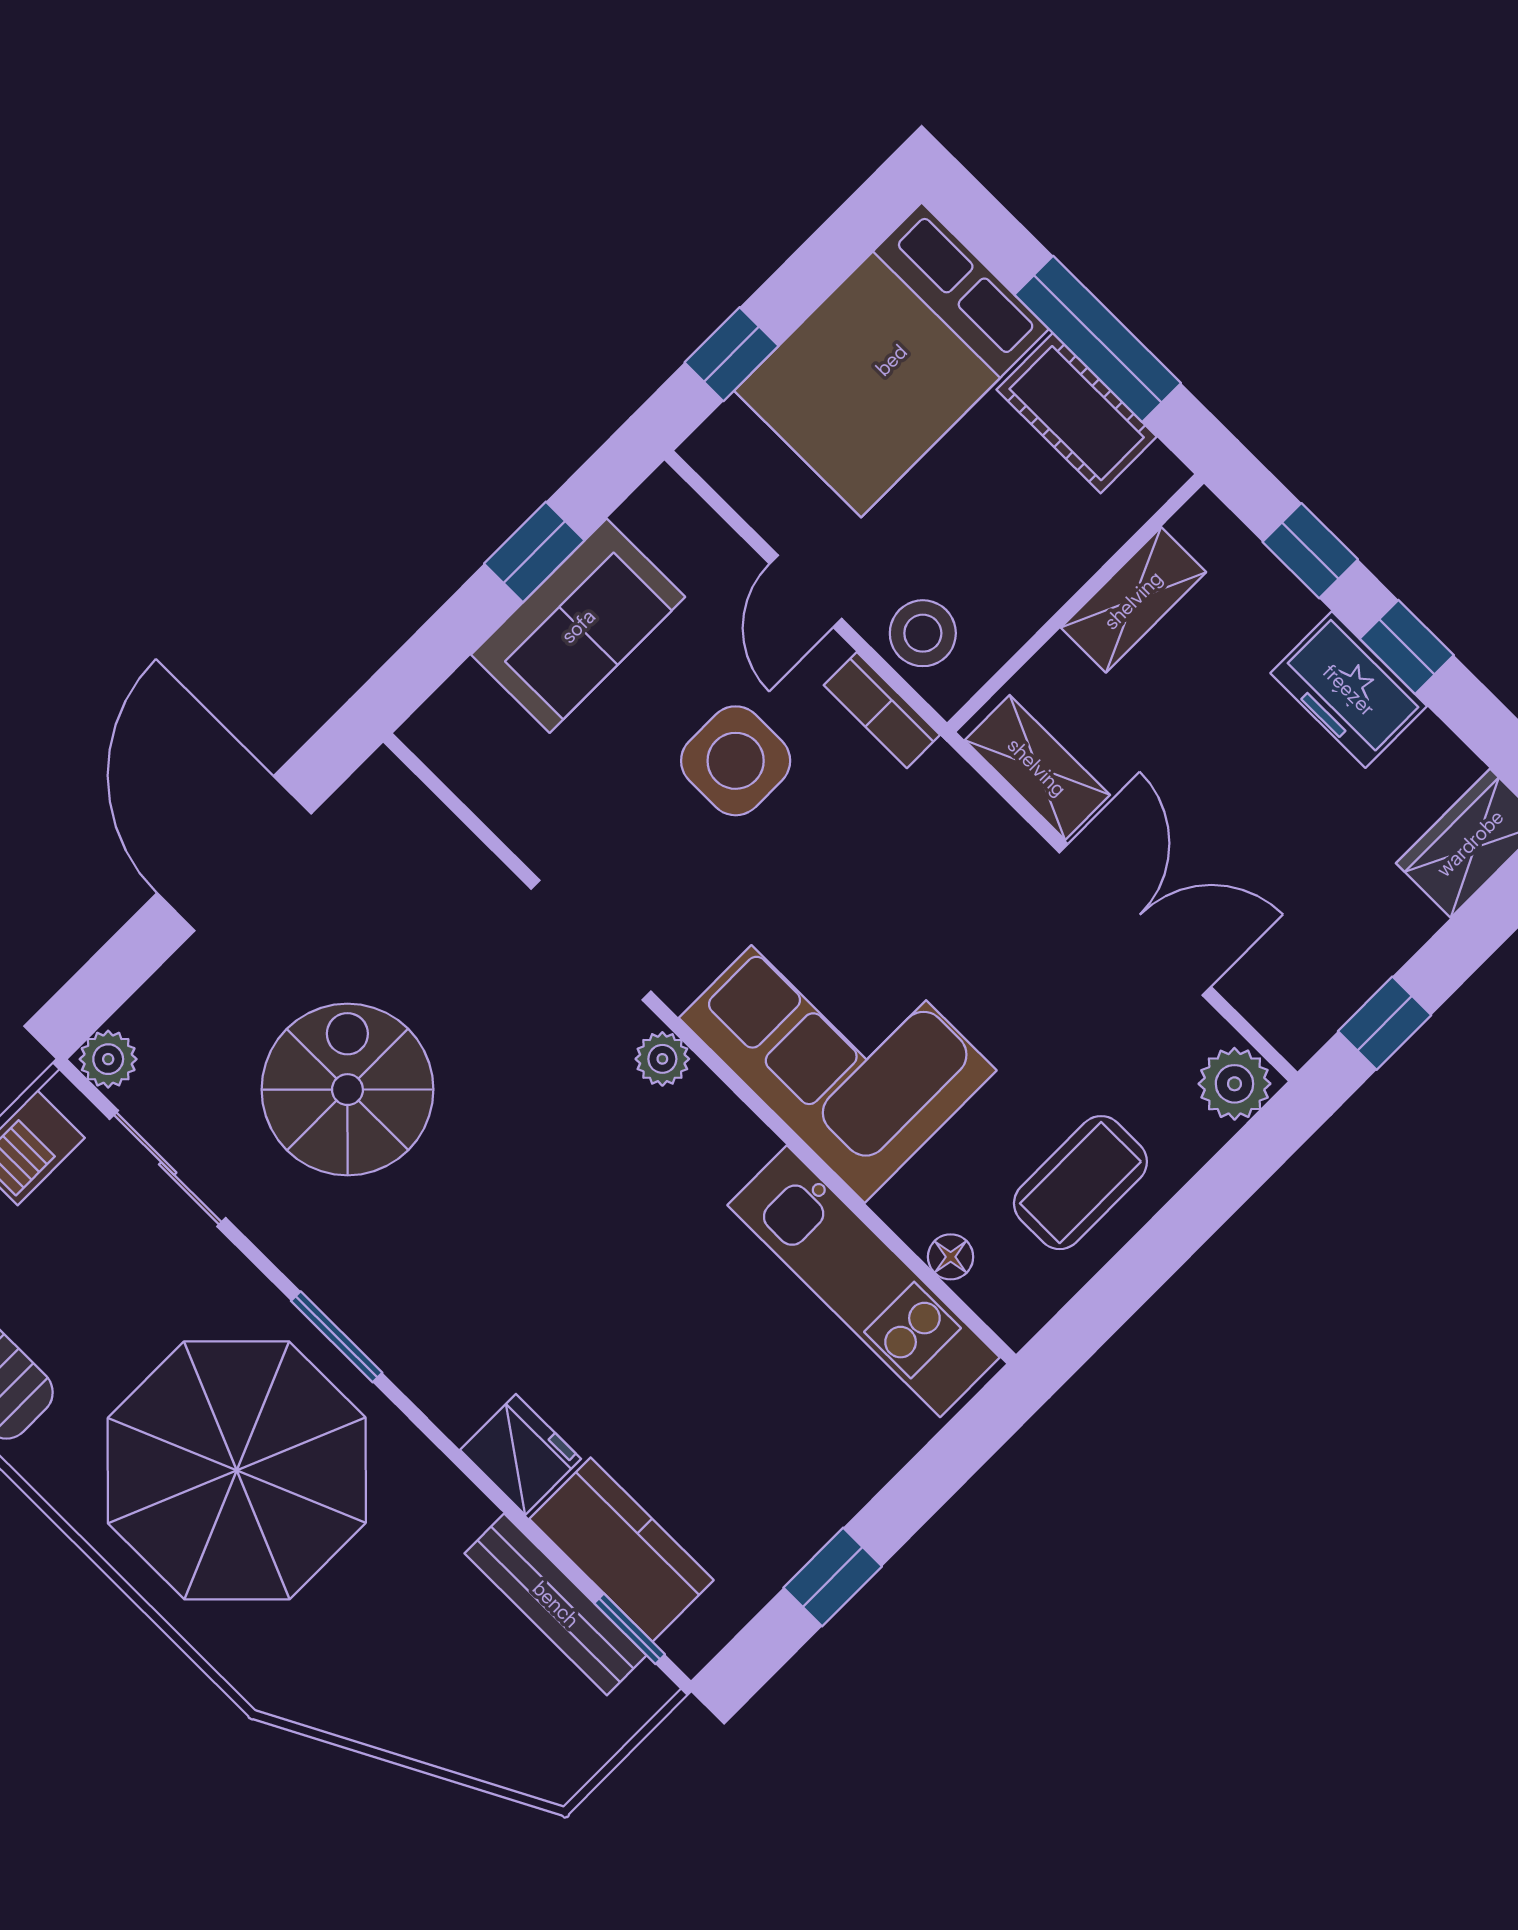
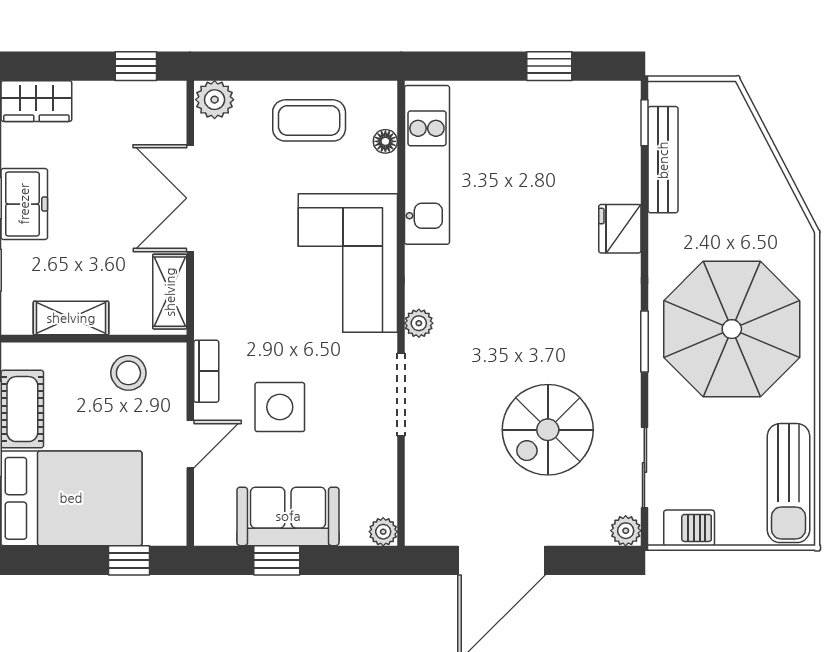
stool: (923, 633) -> (128, 373), moved
plant: (431, 733) -> (383, 532), added
kitchen counter: (621, 1550) -> (618, 155), removed

